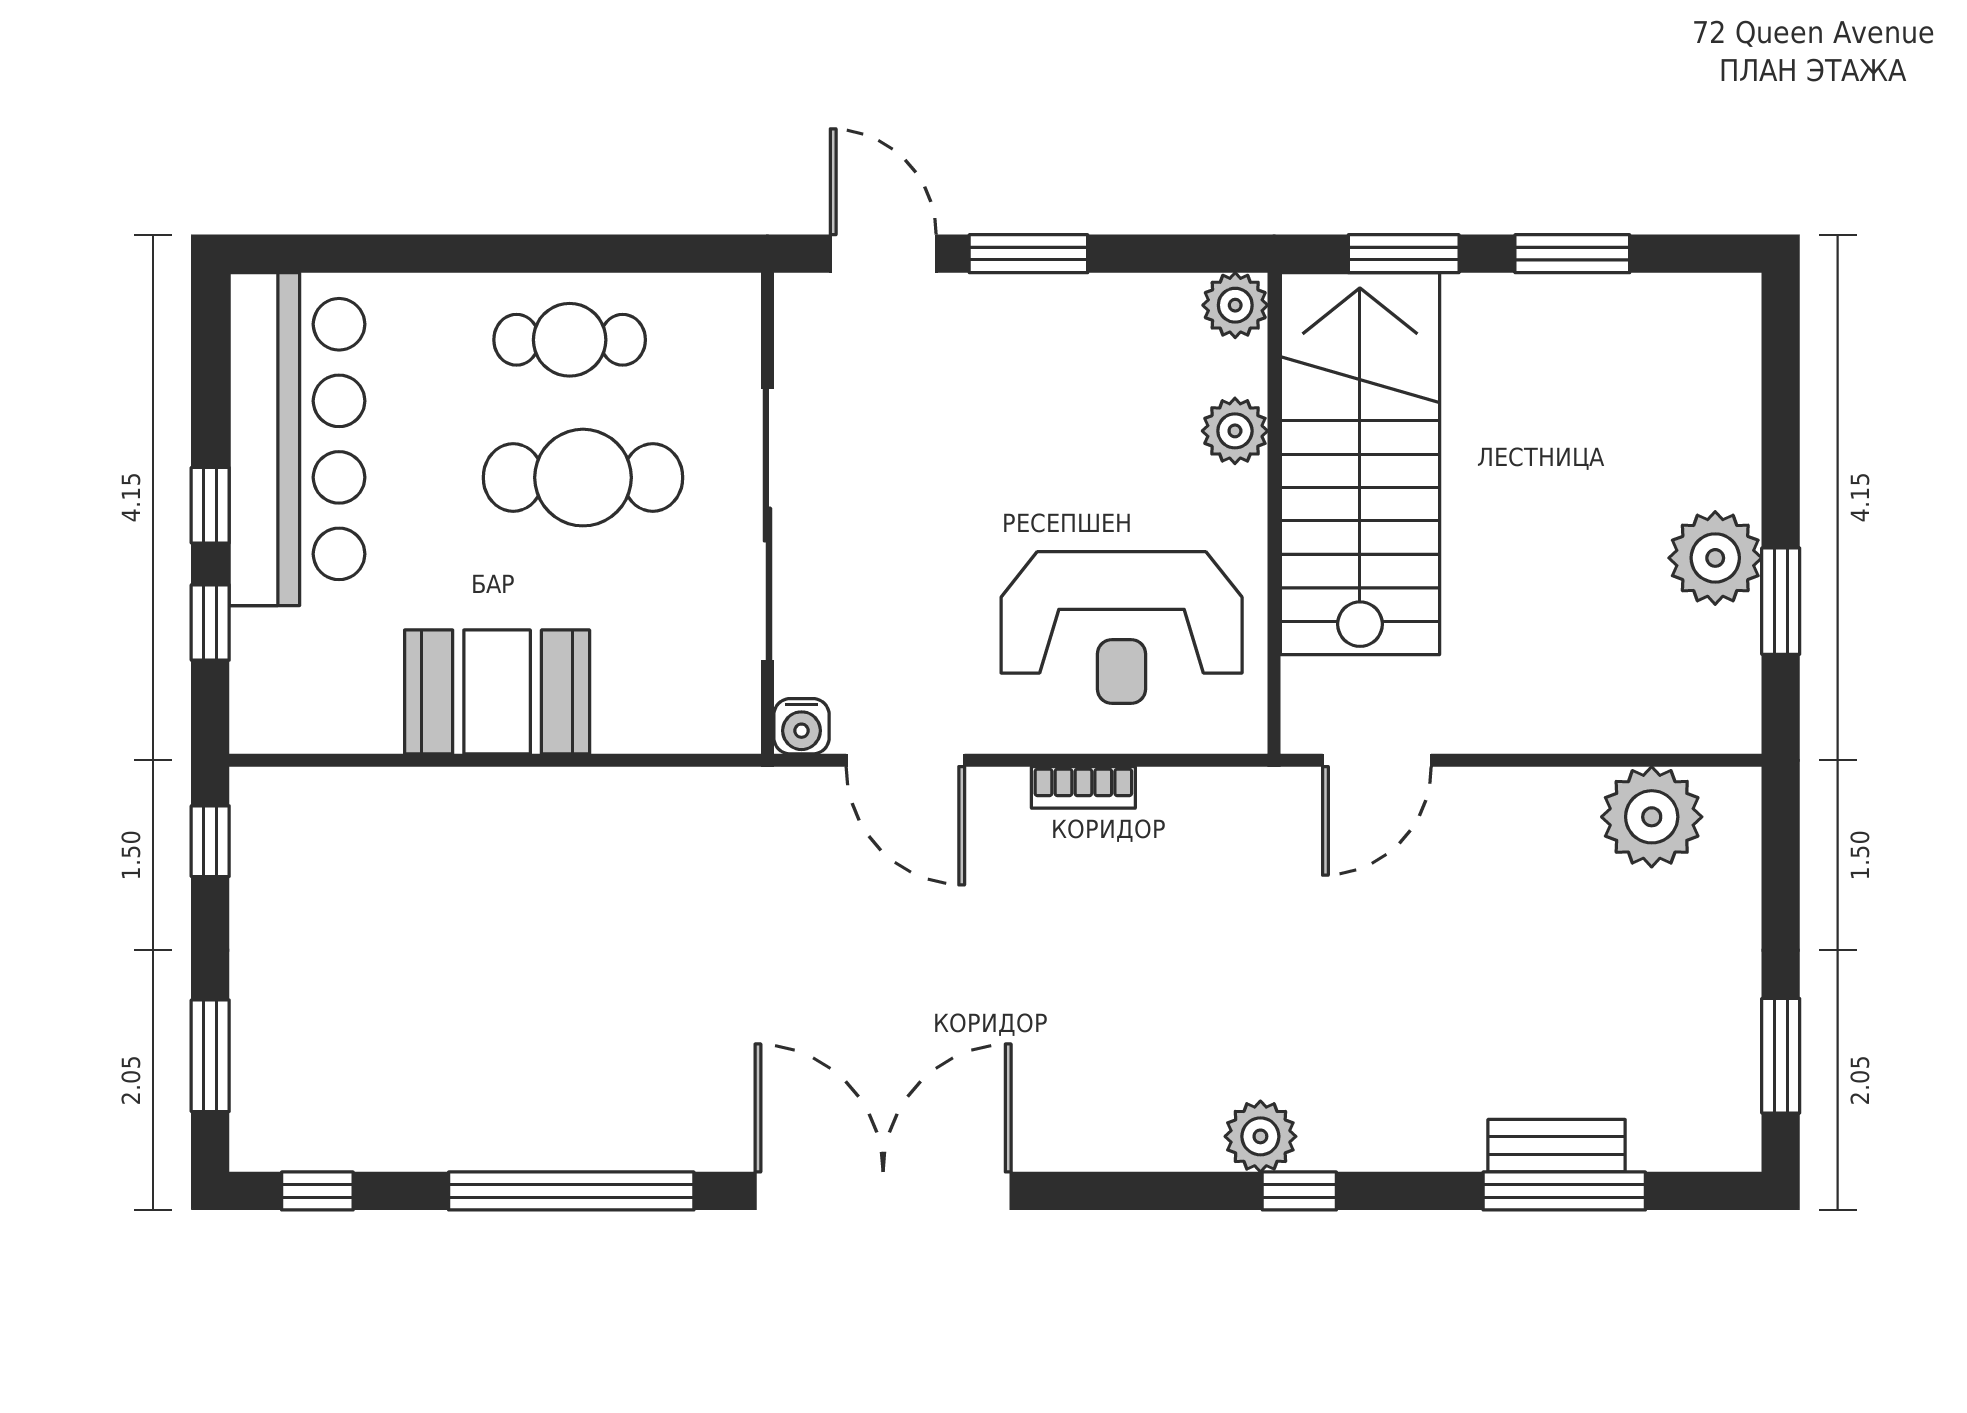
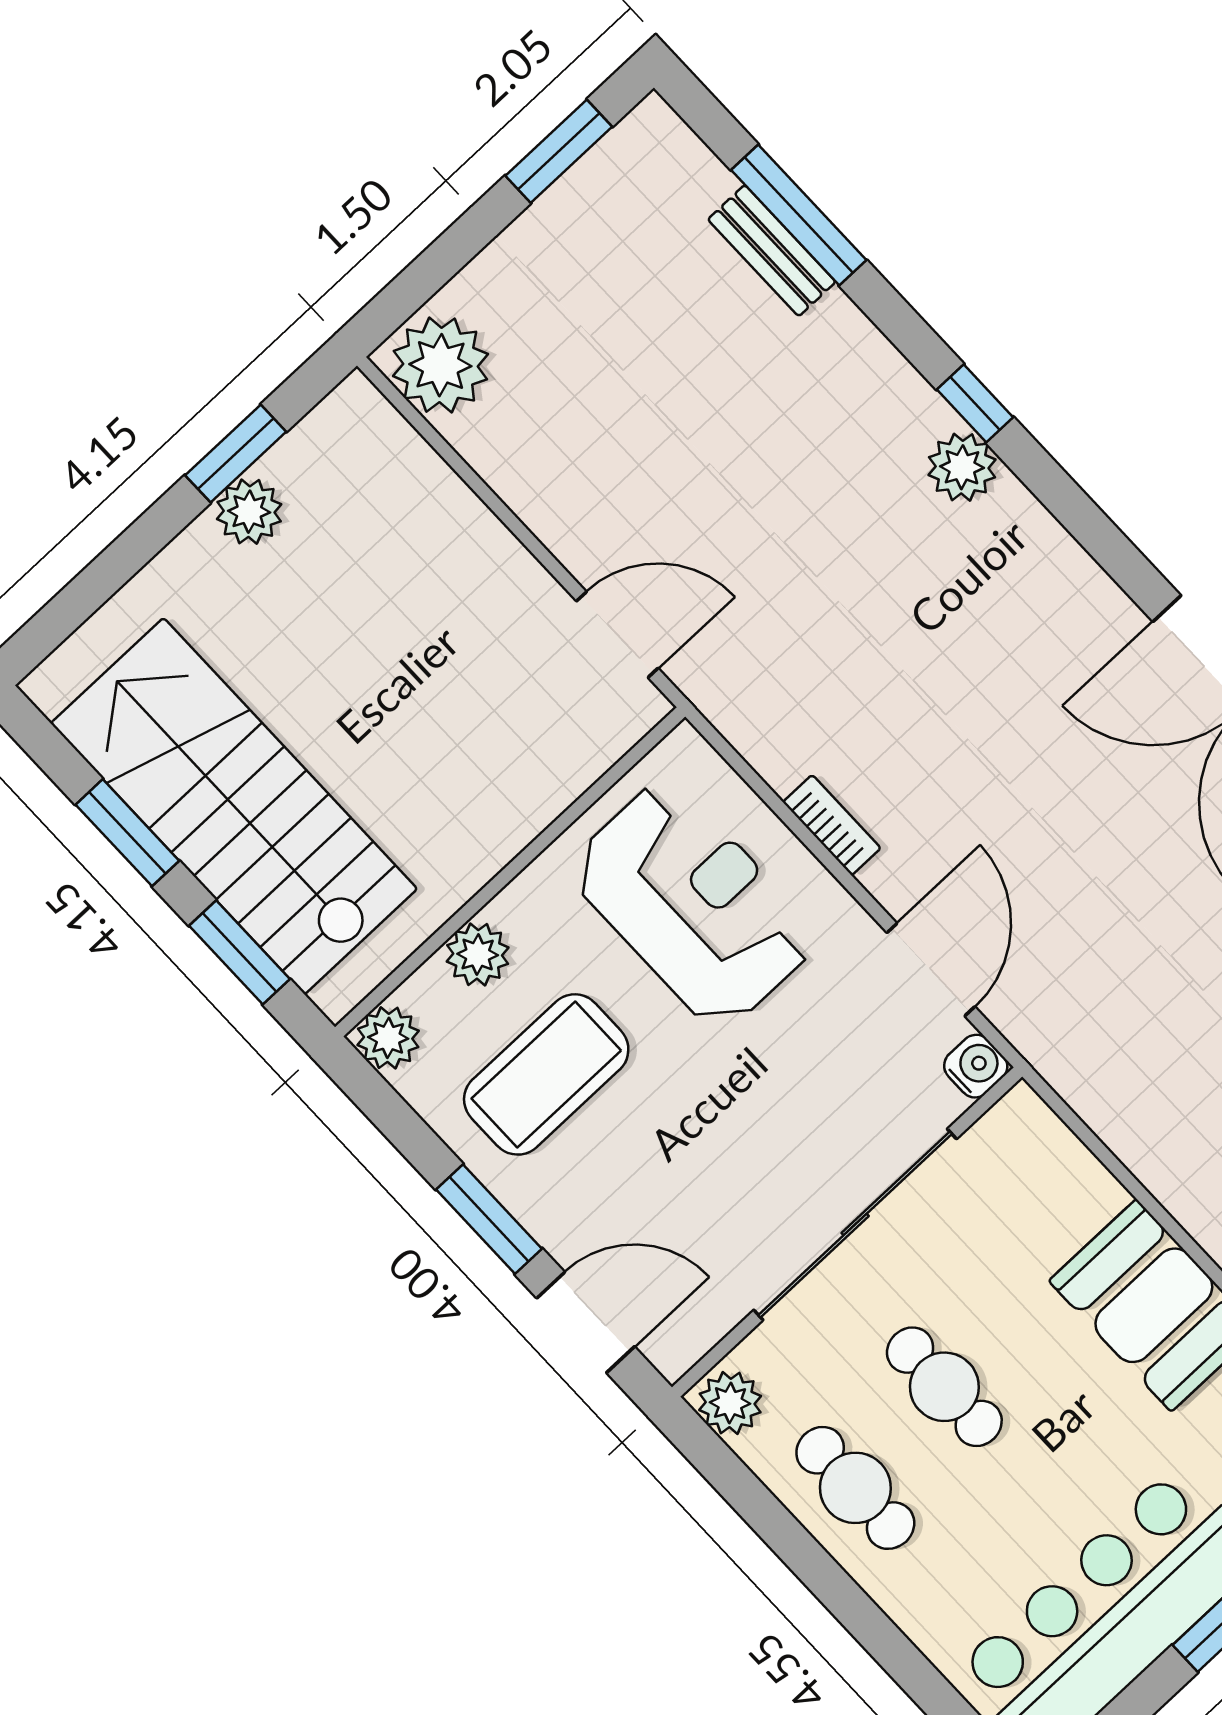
door: (883, 254) -> (586, 1322), swing flipped
plant: (721, 305) -> (730, 1403), added
coffee table: (1097, 398) -> (546, 1074), added
stairs: (1360, 464) -> (234, 806), moved, turned 90
cafe table: (583, 478) -> (944, 1387), width x0.73, depth x0.74
plant: (1715, 558) -> (249, 512), width x0.73, depth x0.73
plant: (1652, 817) -> (440, 365), moved

